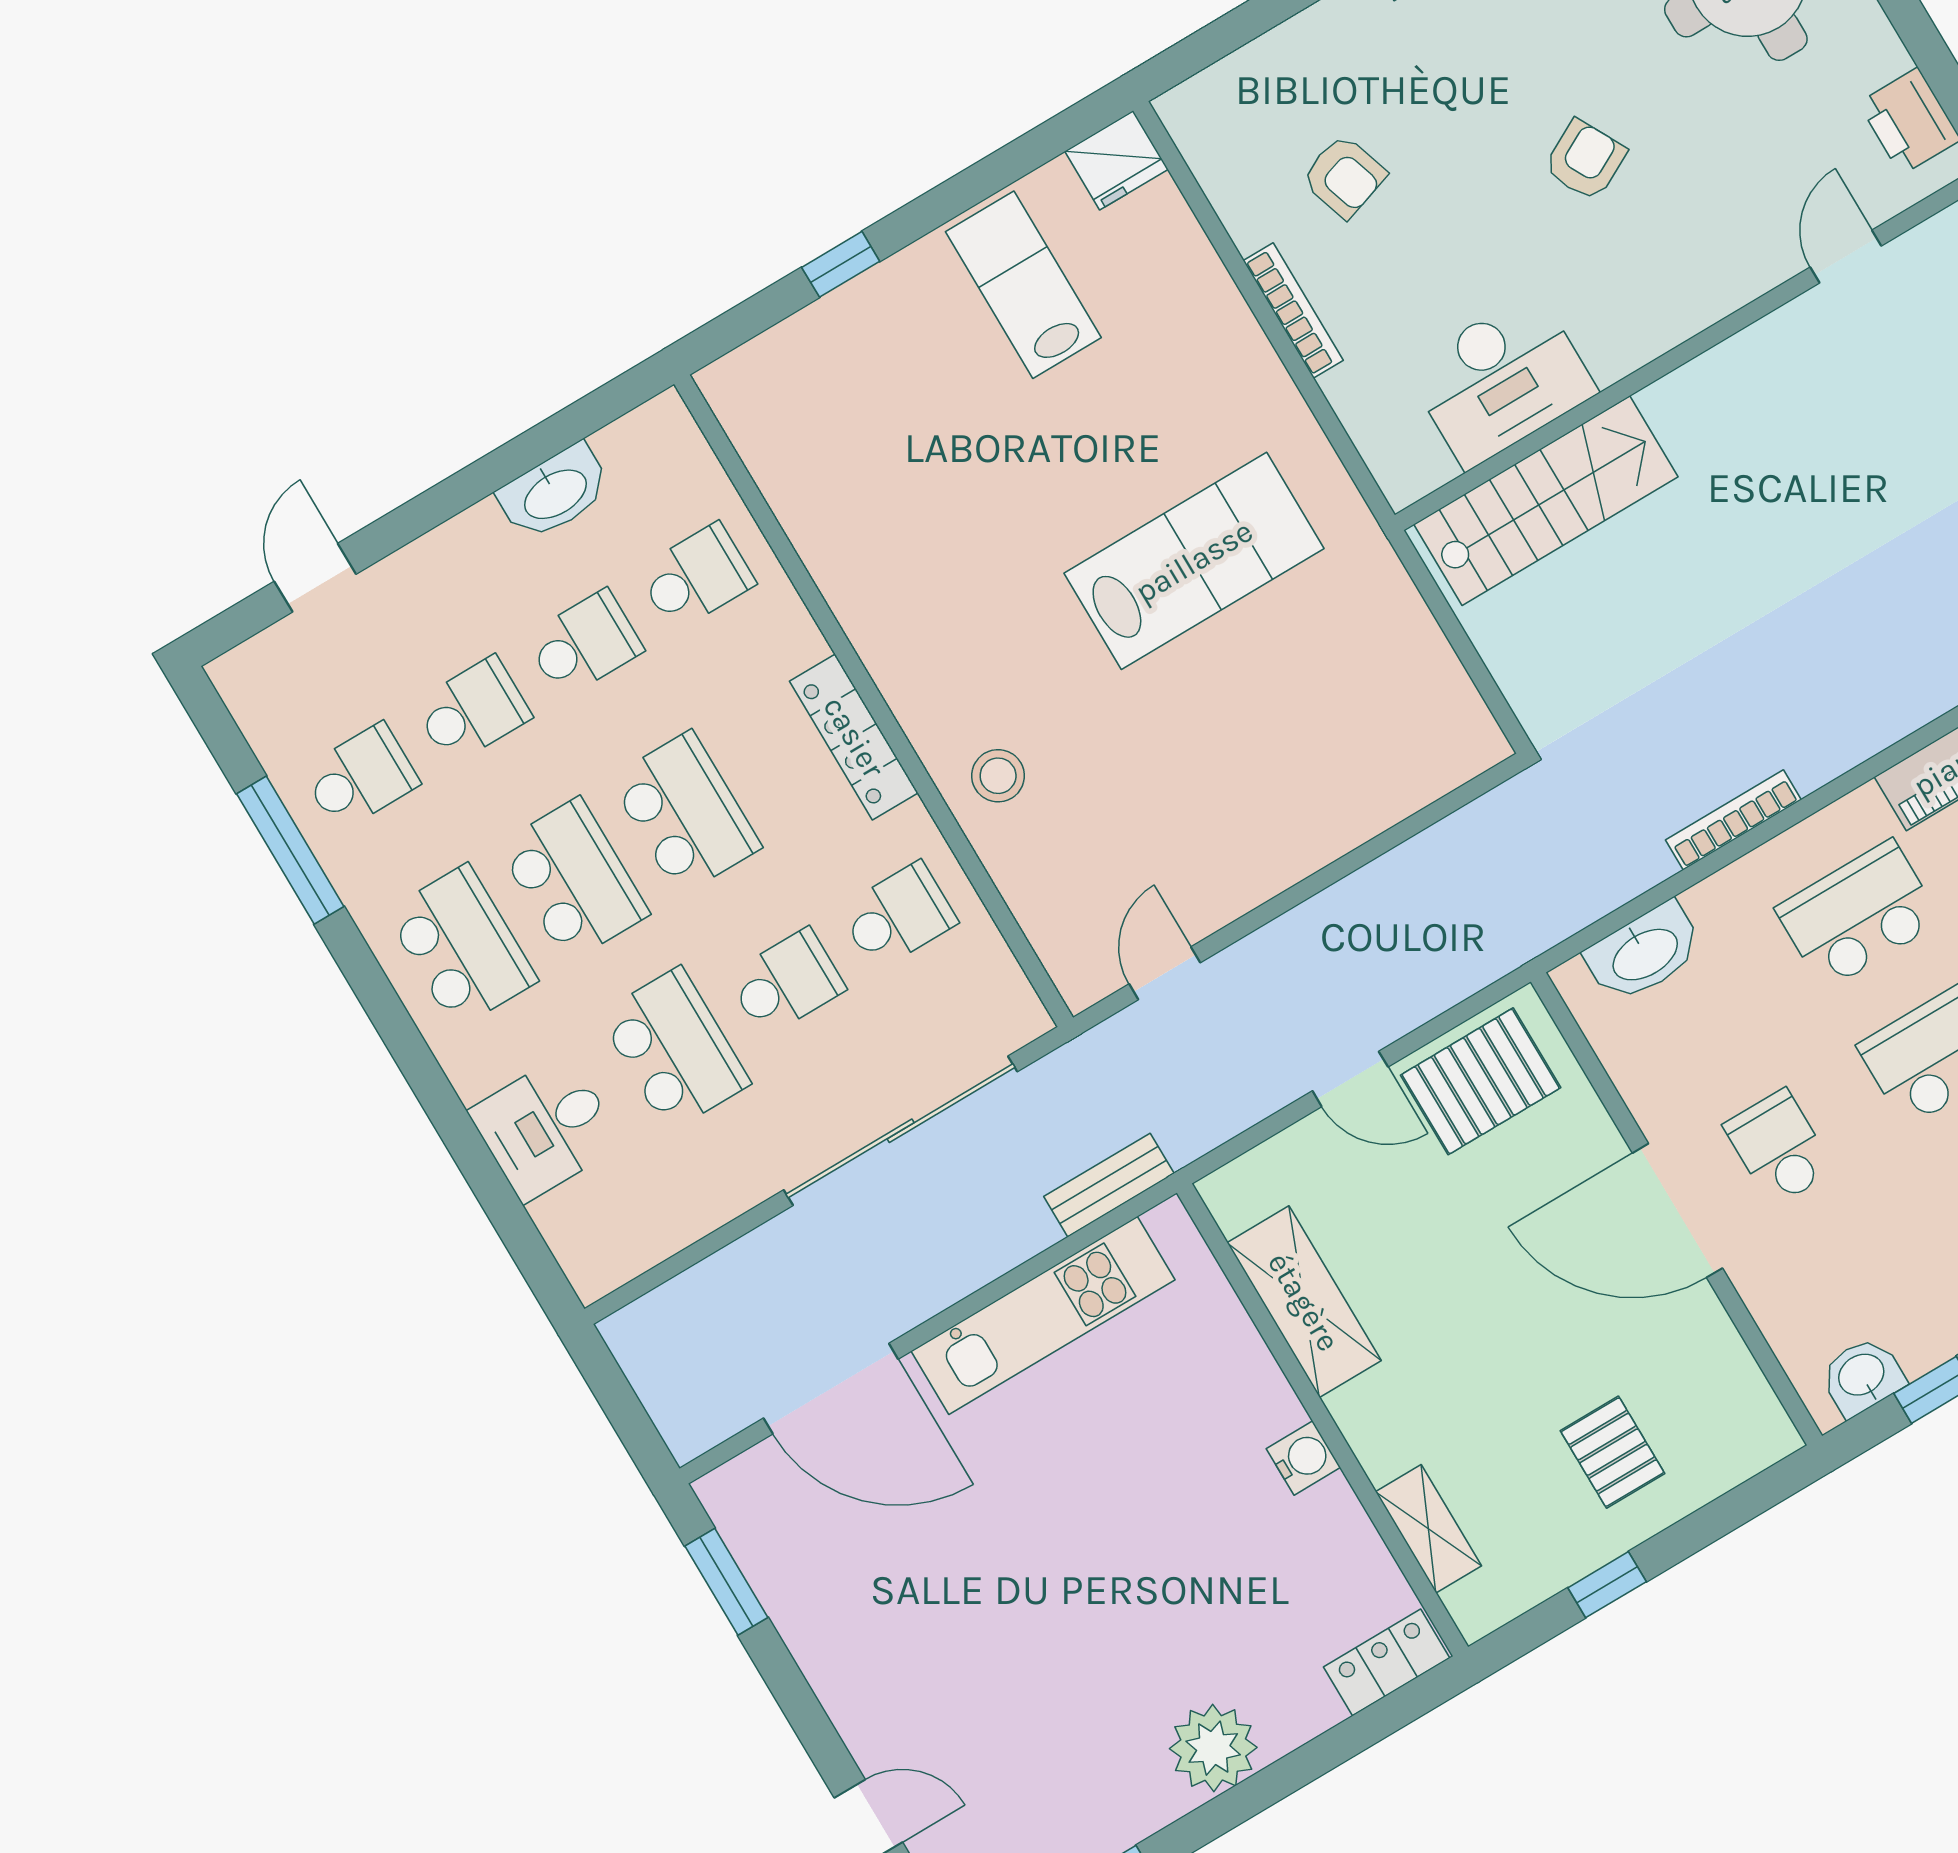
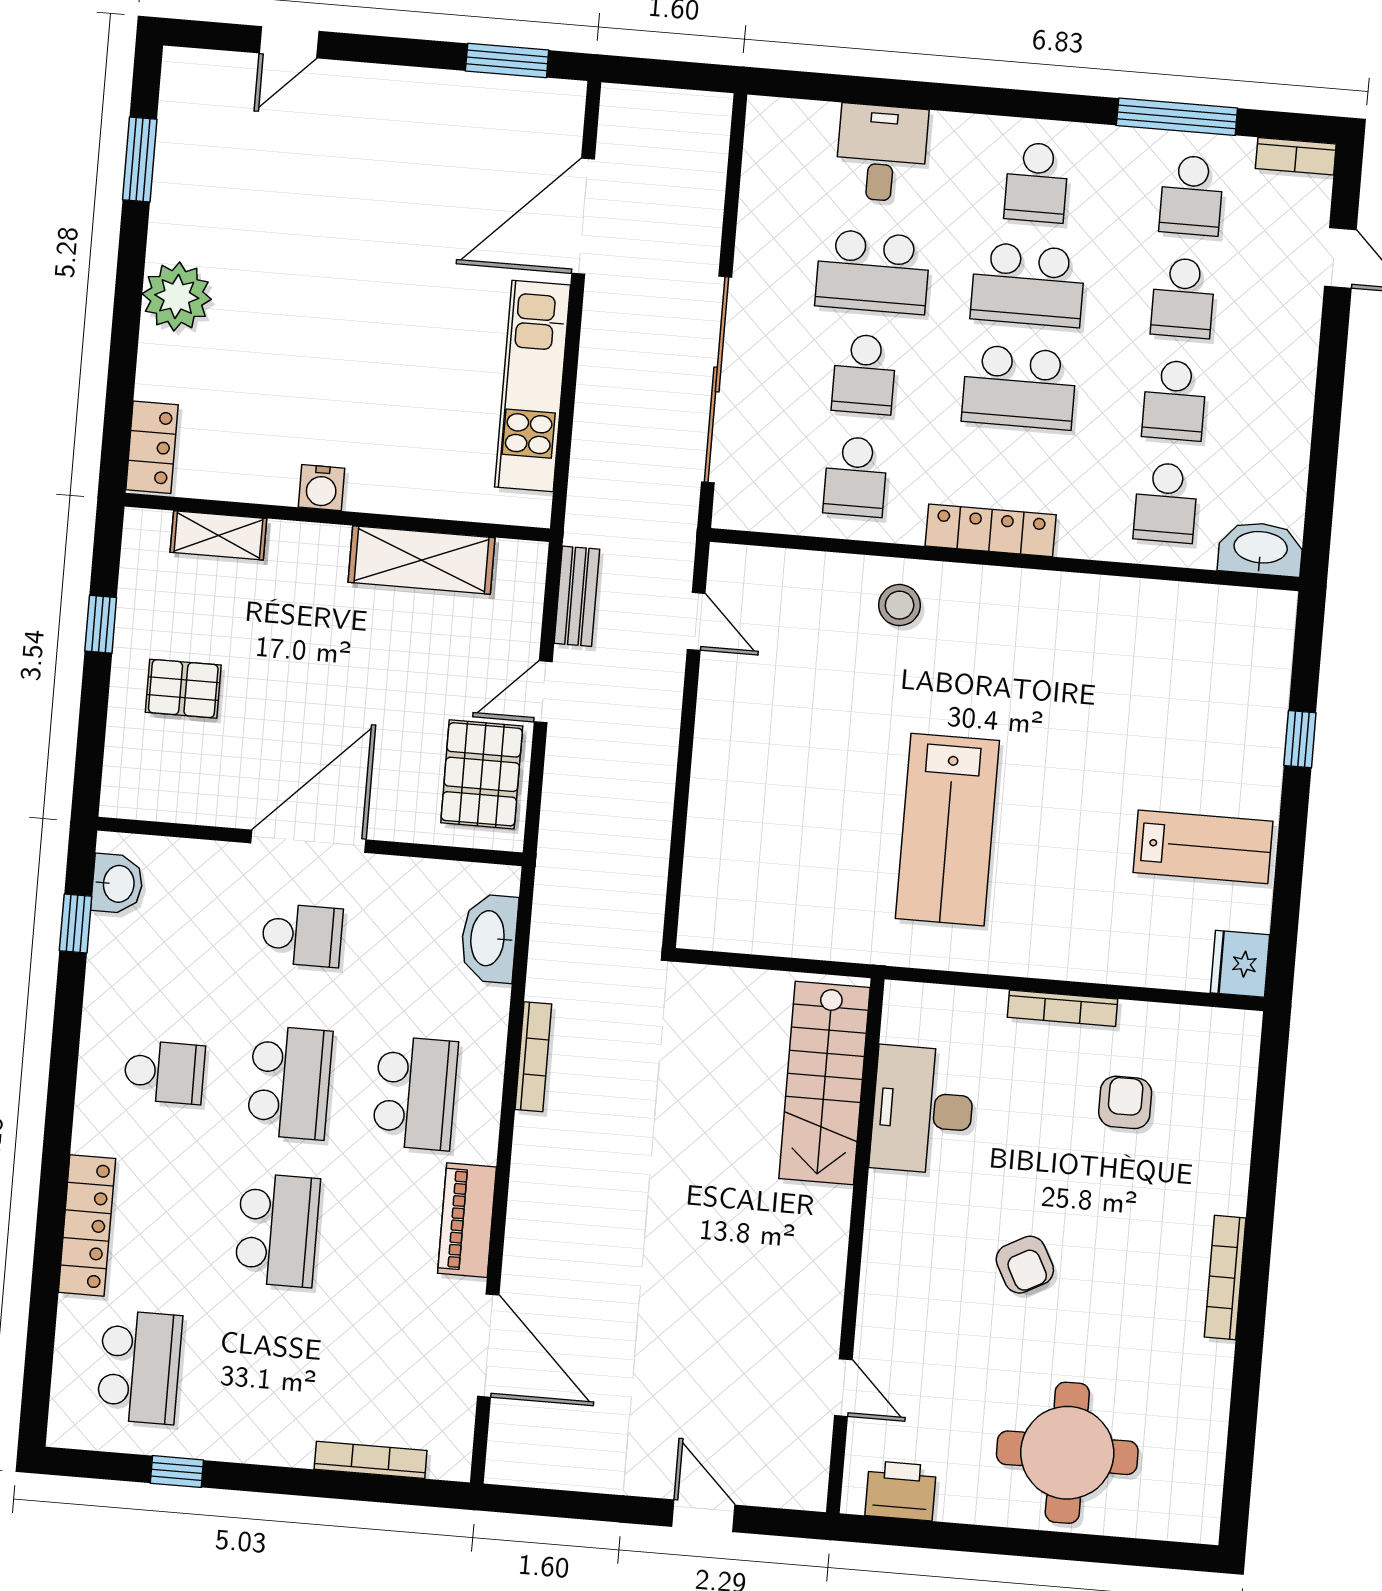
armchair: (1344, 176) -> (1125, 1102), turned 108
washbasin: (555, 493) -> (1261, 549), moved, turned 90
bookcase: (243, 699) -> (1296, 156), added
school desk: (462, 946) -> (1036, 182), width x0.54
bench: (1109, 1185) -> (577, 596), moved

